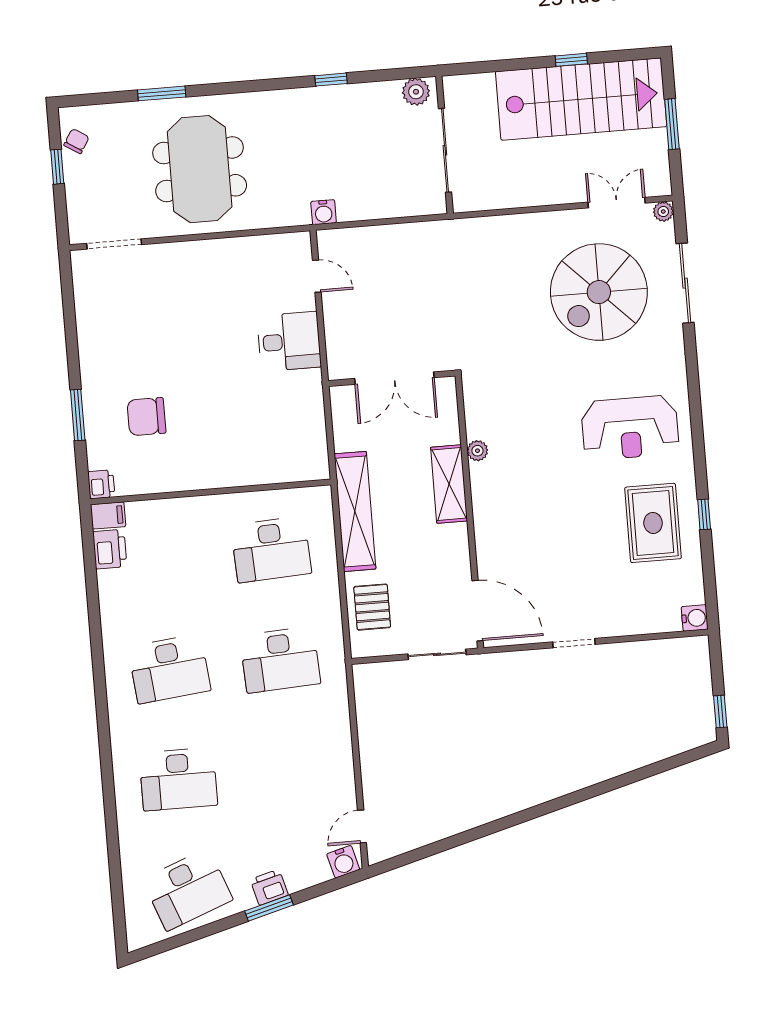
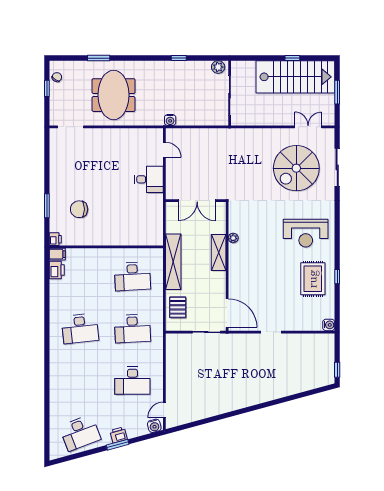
plant: (663, 212) -> (330, 133), removed
desk: (178, 779) -> (132, 381), moved

